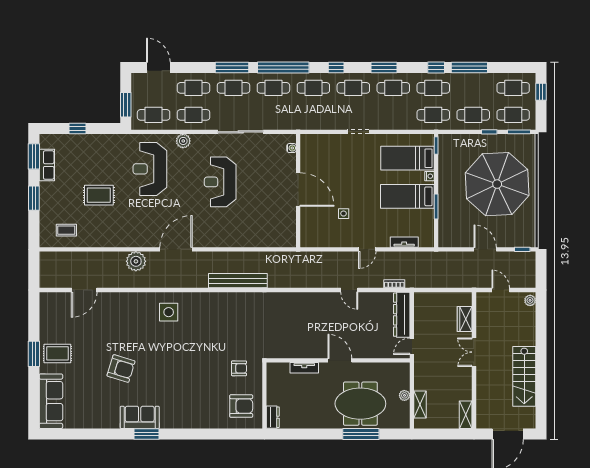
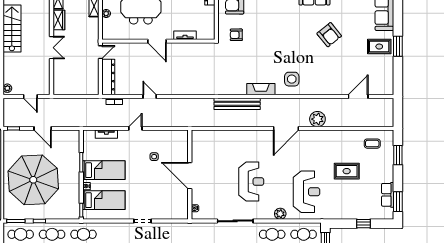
window: (34, 198) -> (398, 155), moved
fireplace: (208, 299) -> (261, 89), added
wardrobe: (465, 319) -> (59, 20), moved
armchair: (121, 368) -> (329, 35), turned -146

